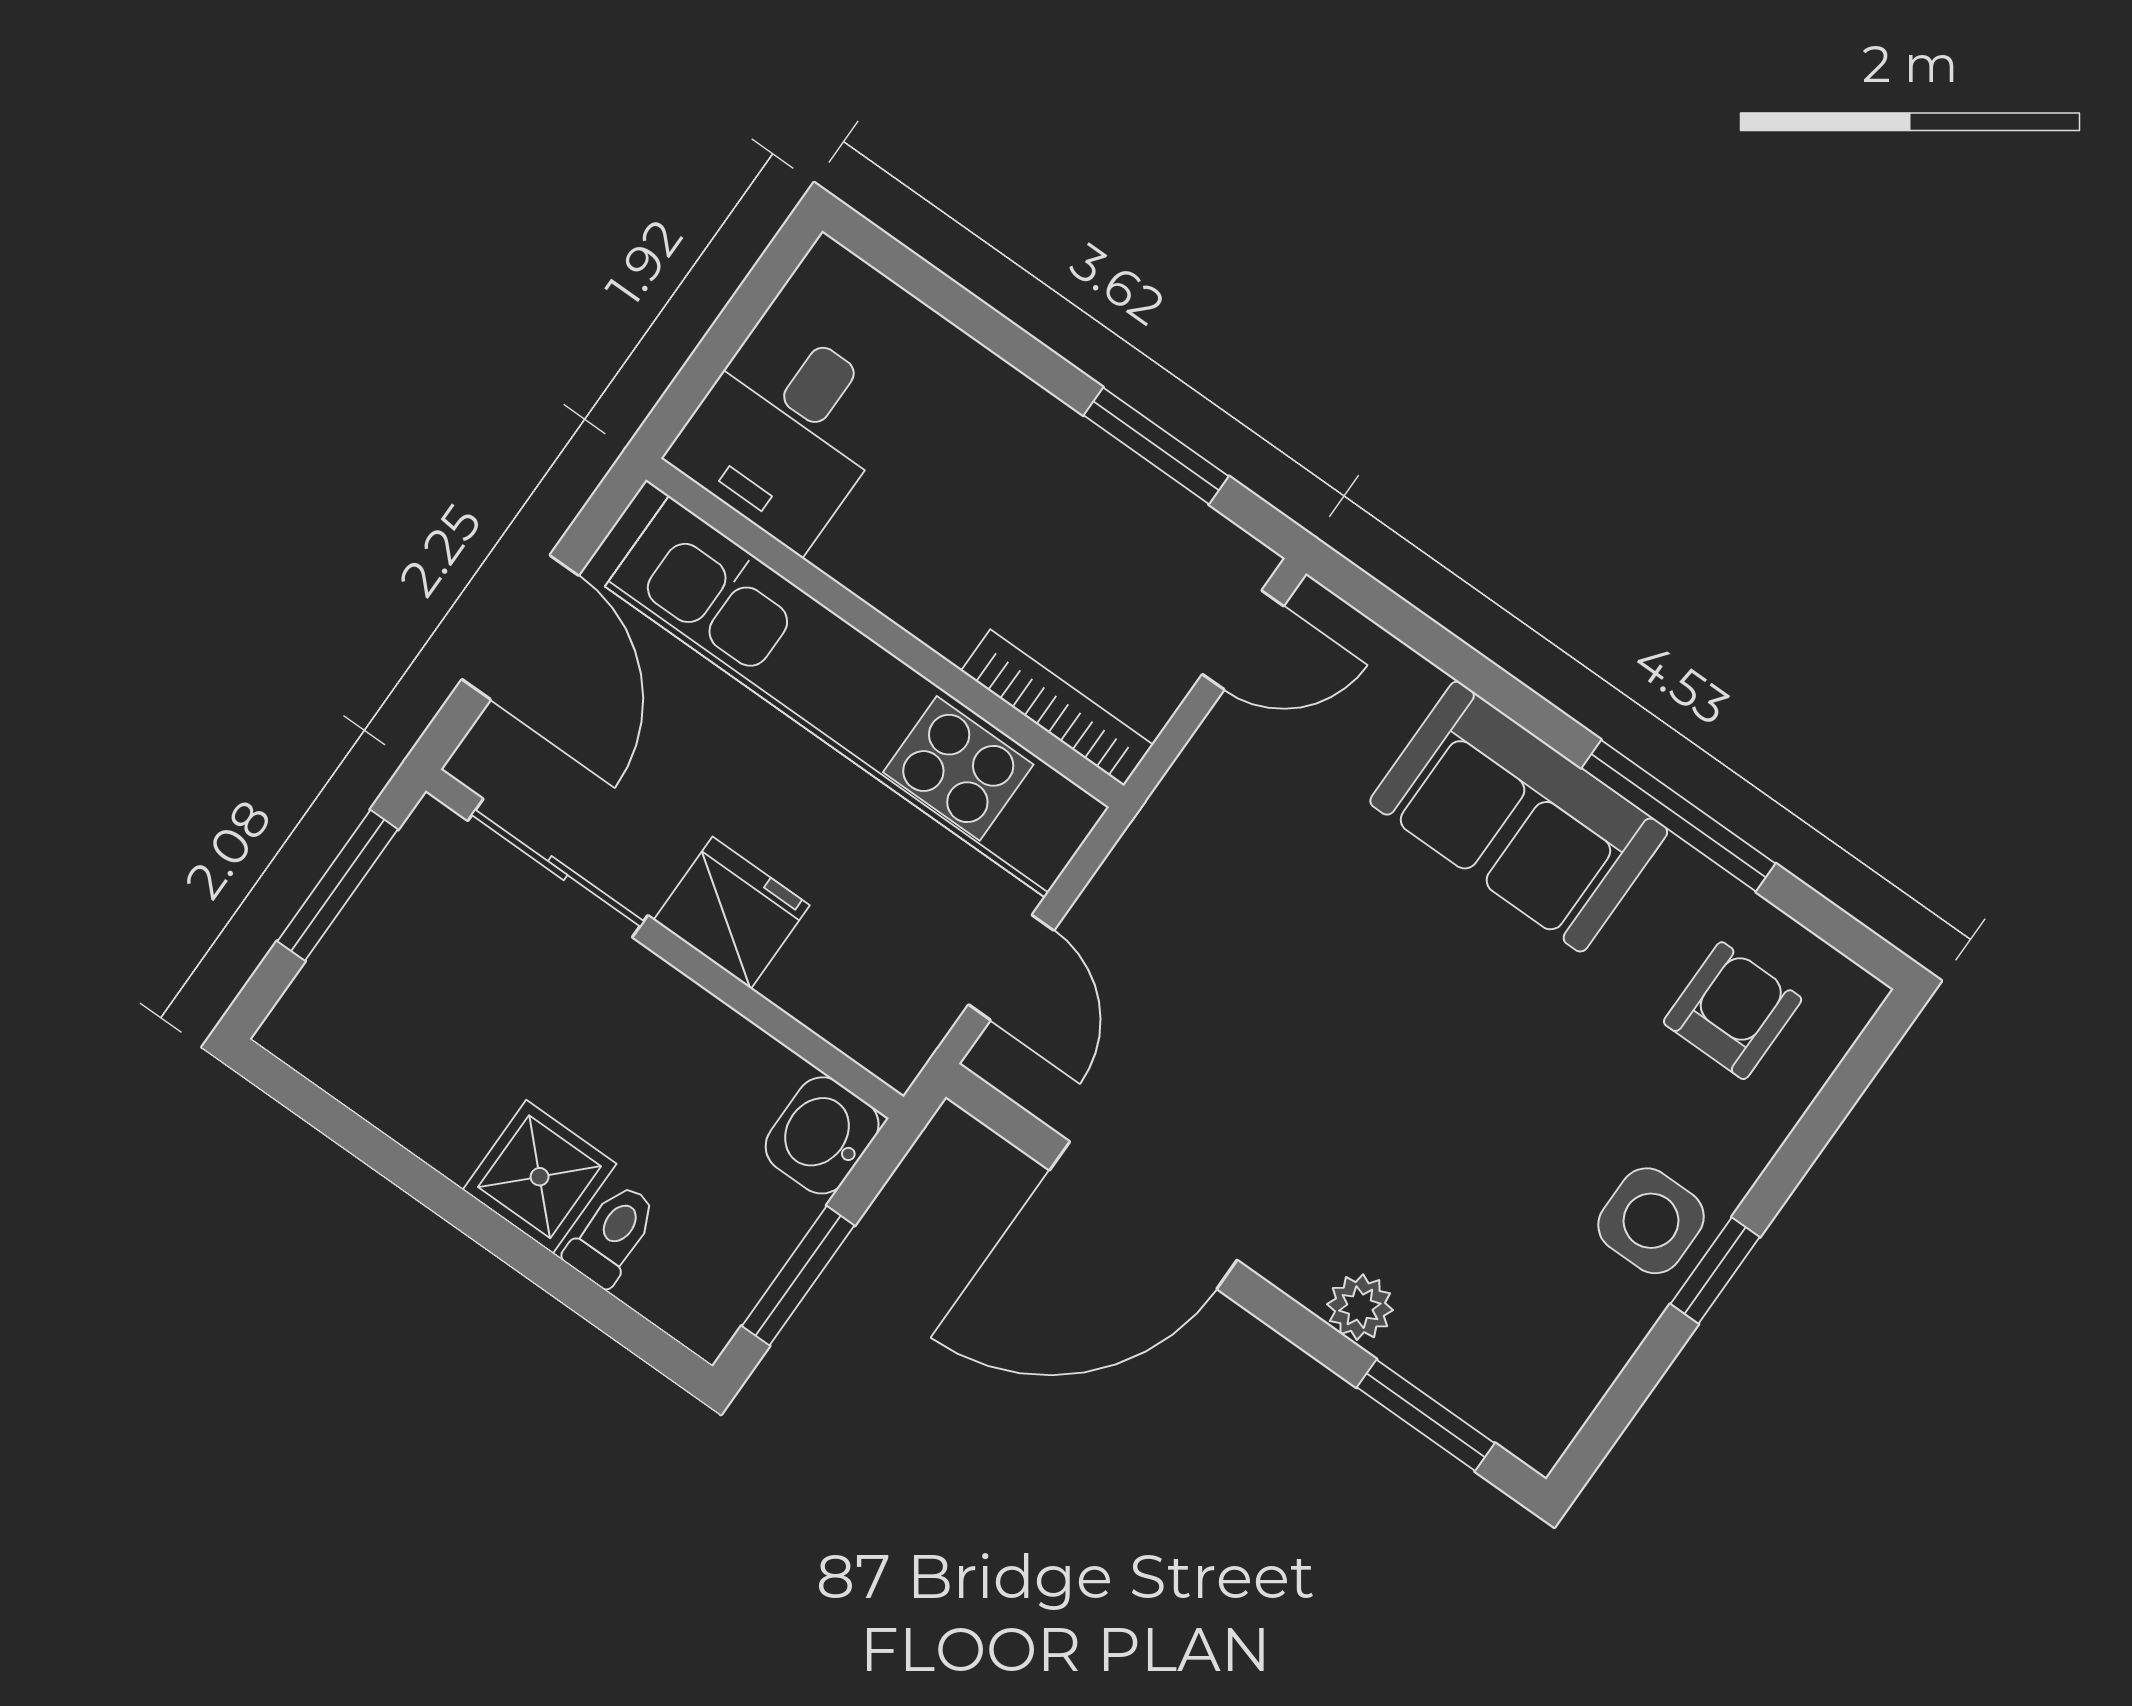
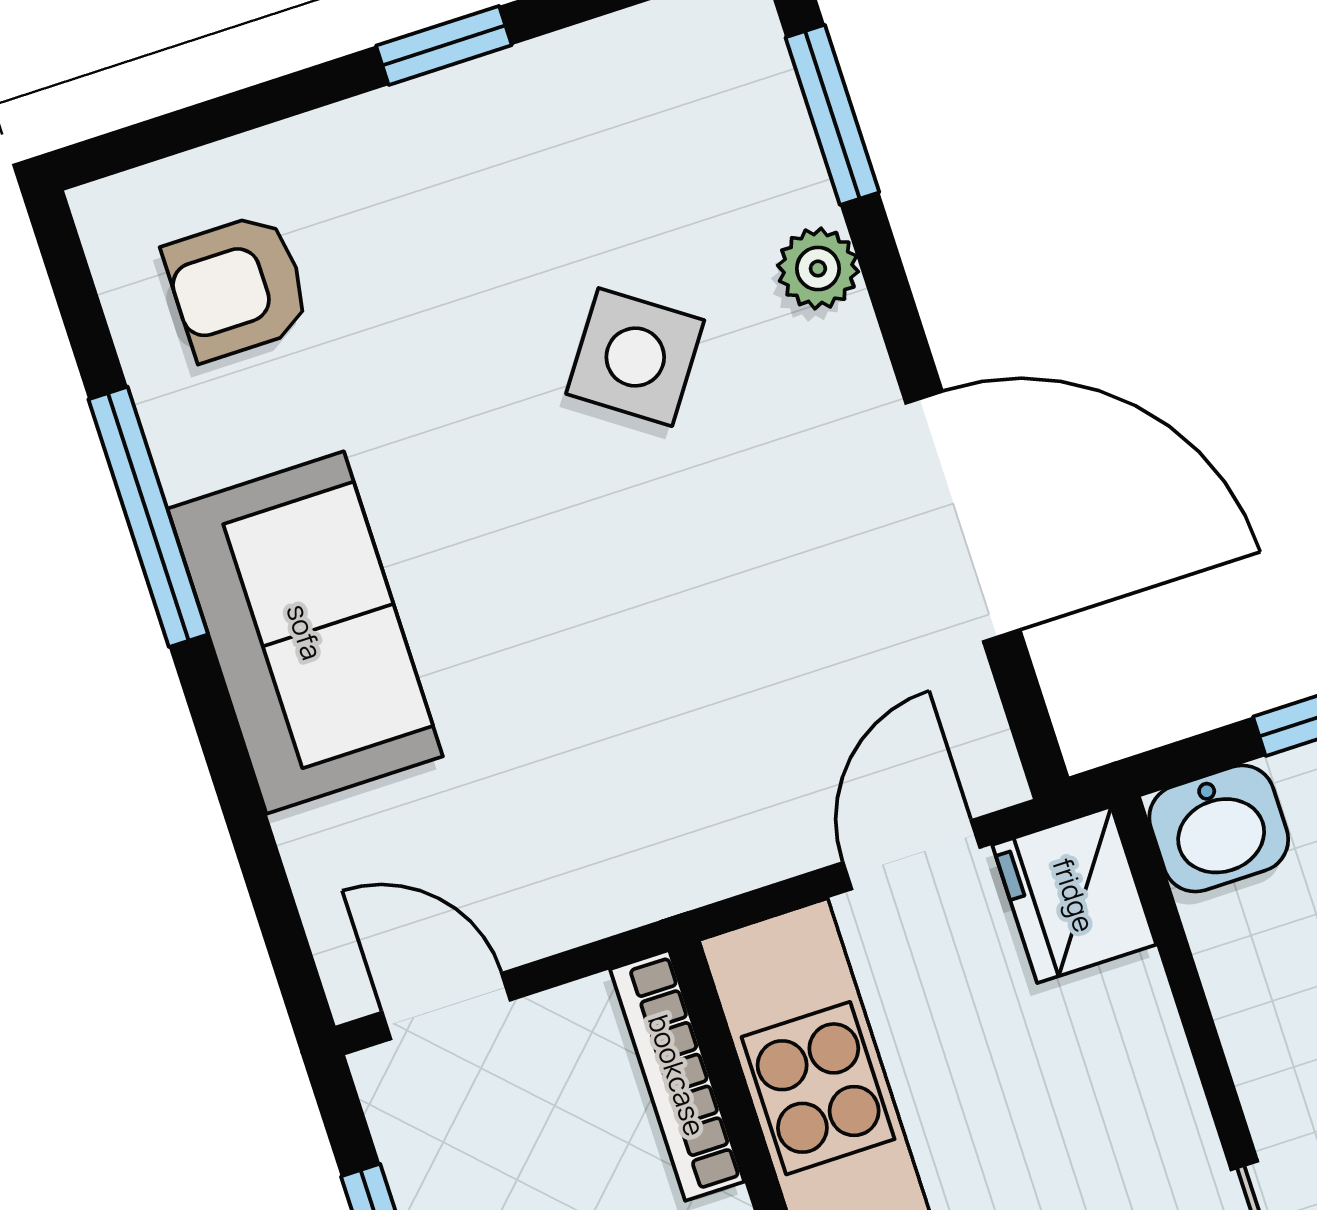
fridge: (732, 913) -> (1074, 895), moved
side table: (1651, 1221) -> (635, 357), moved, turned 35

